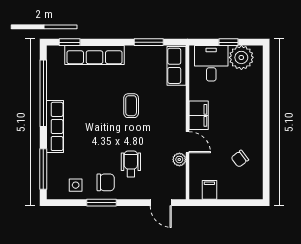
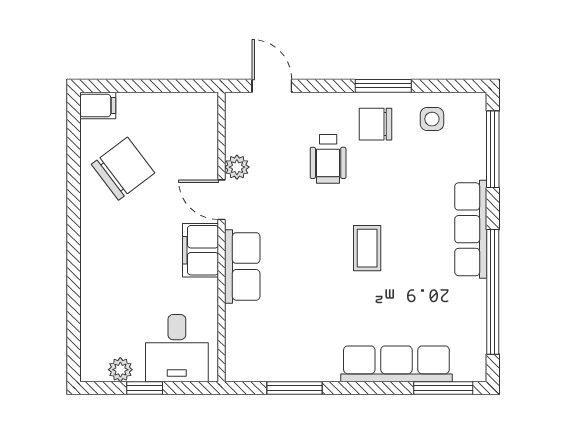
window: (70, 42) -> (443, 388), width x1.50
plant: (241, 57) -> (120, 370), width x0.53, depth x0.53
row of seats: (176, 66) -> (242, 266), moved
coffee table: (131, 106) -> (367, 248), moved
chair: (240, 159) -> (123, 169), width x1.87, depth x1.87
filing cabinet: (209, 190) -> (98, 106), moved, turned -90

